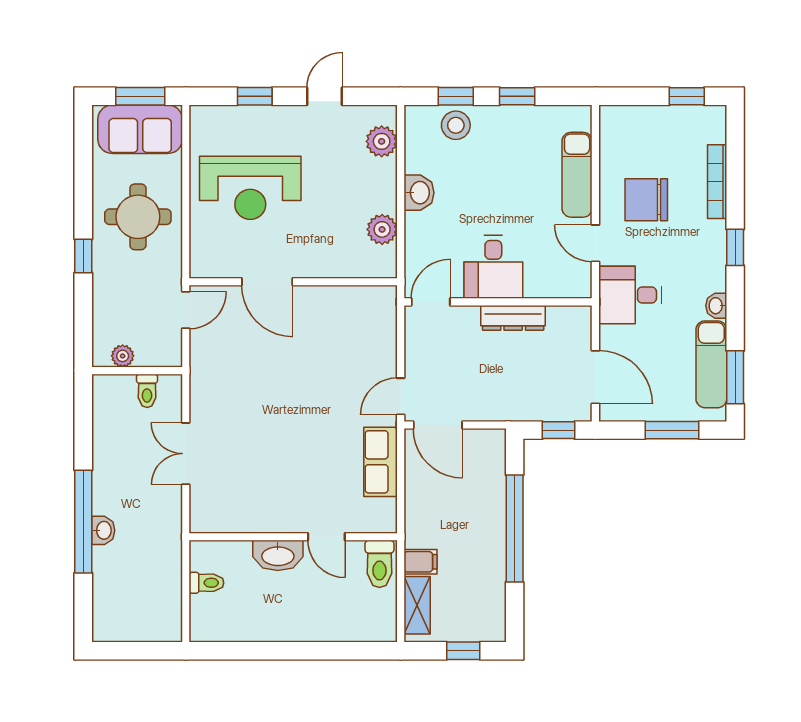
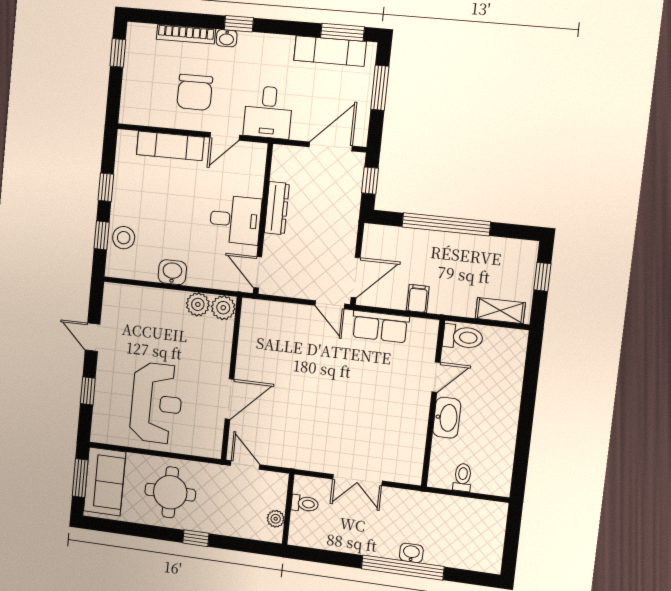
plant: (382, 141) -> (223, 308), moved
washbasin: (716, 306) -> (227, 38), moved
filing cabinet: (420, 562) -> (418, 298), moved

